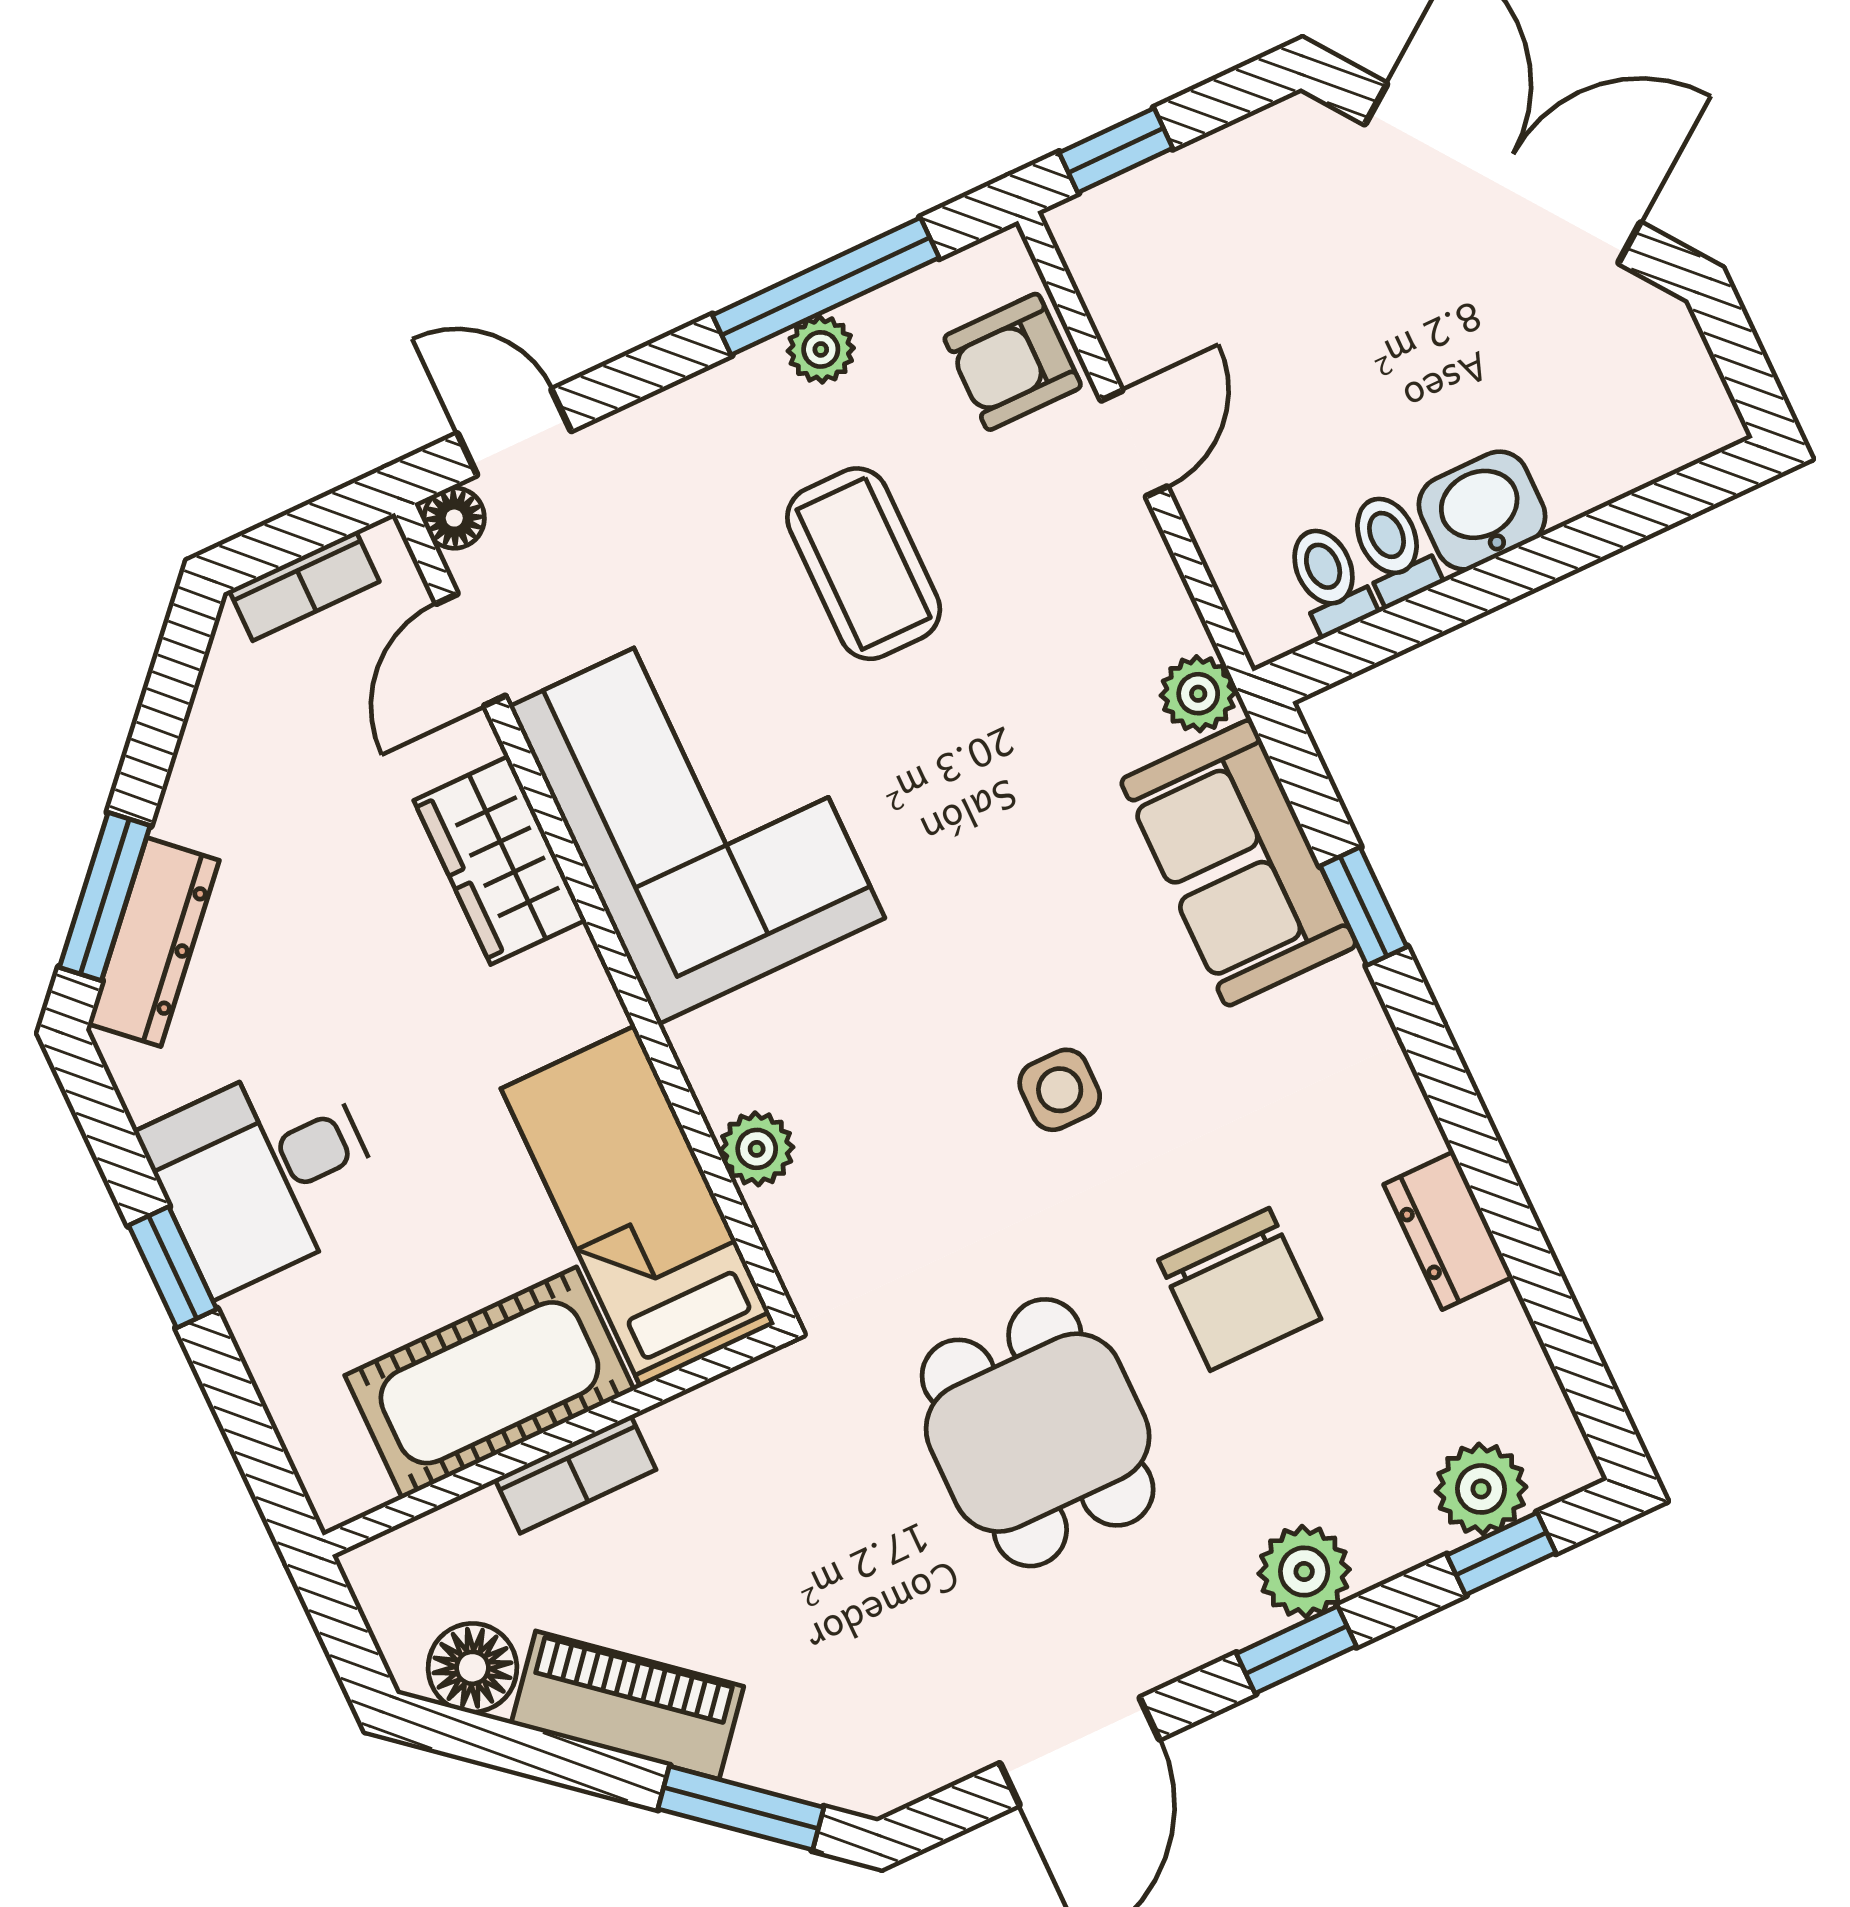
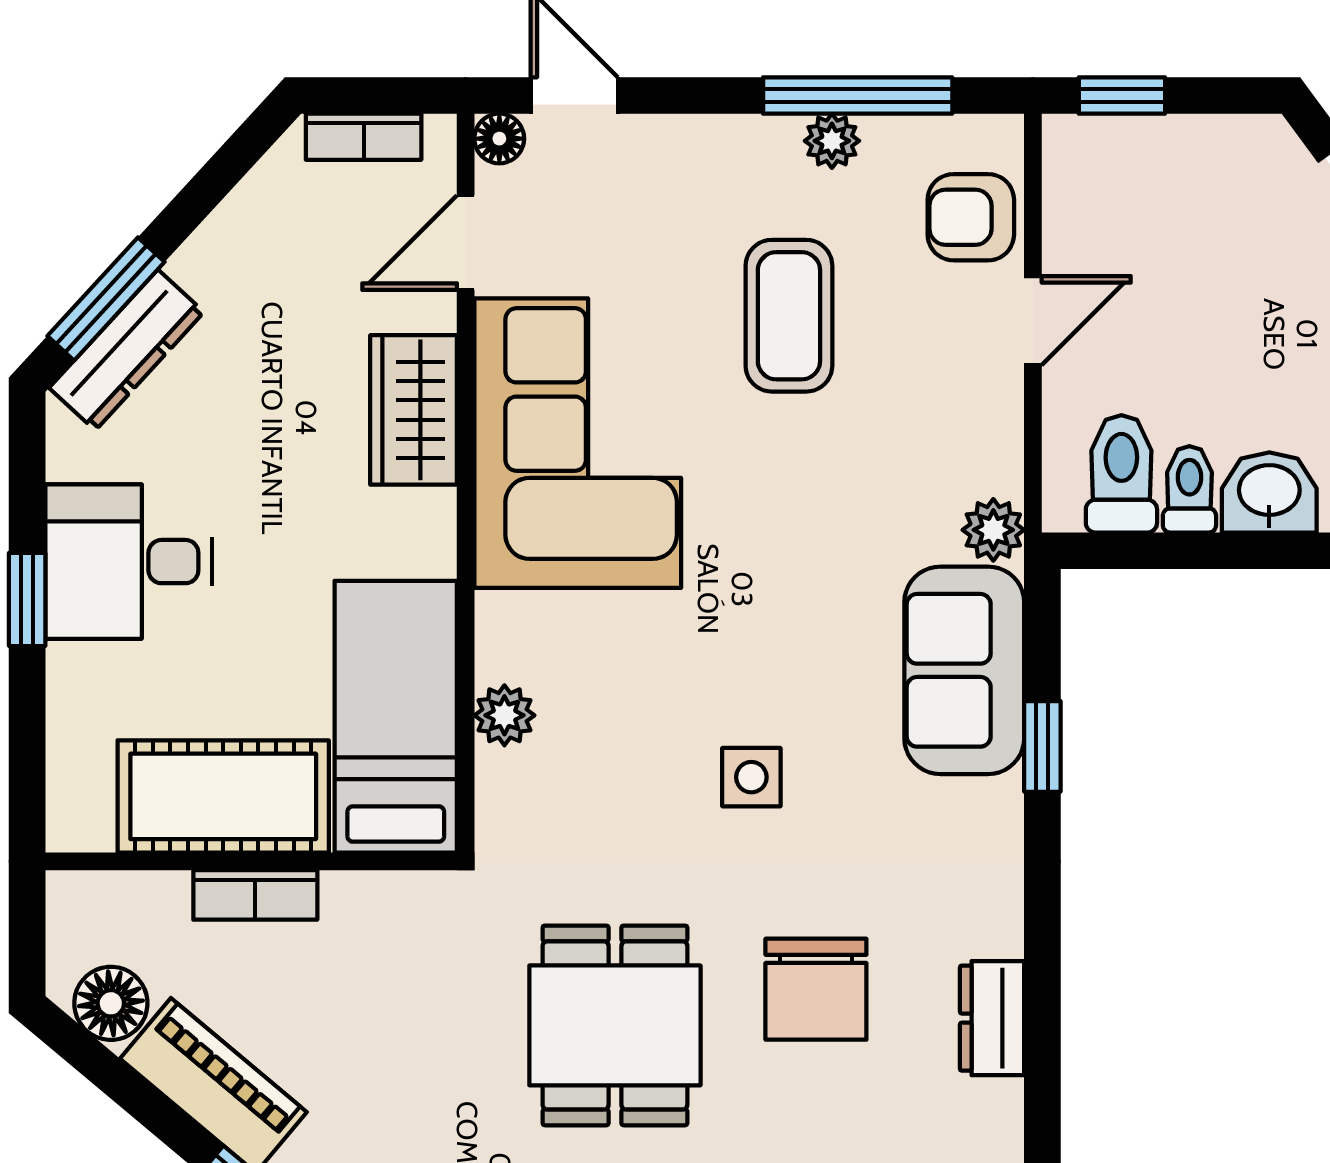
toilet: (1329, 579) -> (1121, 474), width x1.37, depth x1.39

